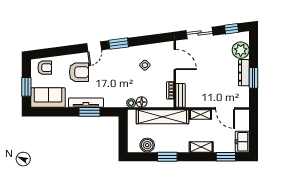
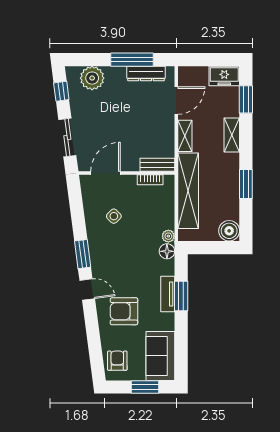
armchair: (79, 72) -> (124, 311), turned -90
dresser: (244, 73) -> (146, 73), moved
window: (253, 78) -> (132, 60), width x1.44
floor lamp: (142, 102) -> (167, 251), moved
tv unit: (86, 103) -> (168, 294), width x0.71
boiler: (147, 145) -> (229, 231), moved

